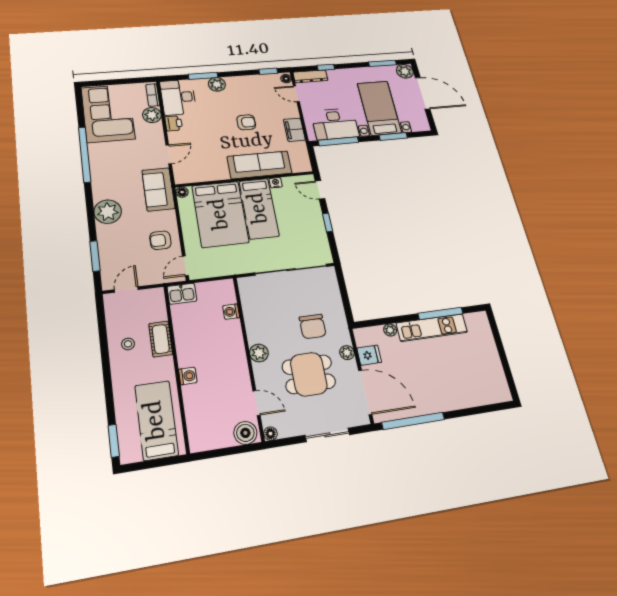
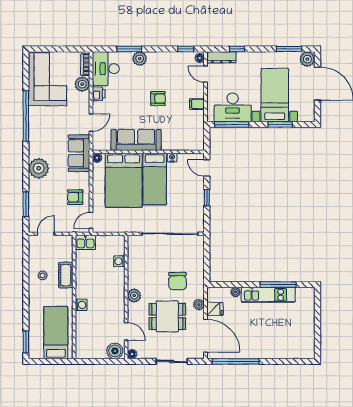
filing cabinet: (294, 130) -> (197, 104), width x0.50
sofa: (260, 165) -> (136, 140), moved

